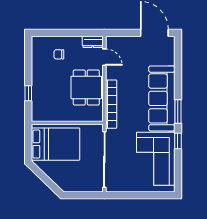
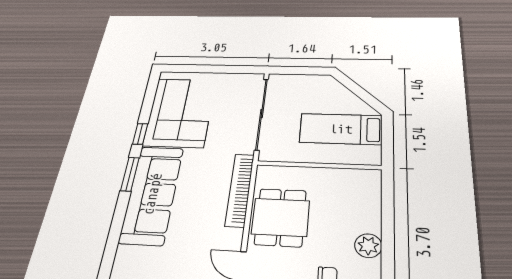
plant: (38, 73) -> (368, 246), added
window: (28, 93) -> (388, 213), removed
bed: (55, 144) -> (341, 129), width x0.67

